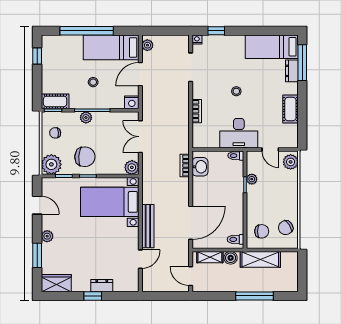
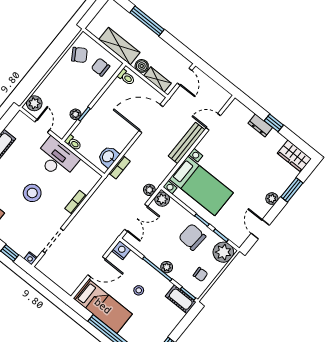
plant: (147, 45) -> (149, 190), moved
stool: (236, 91) -> (32, 193), width x1.89, depth x1.89

